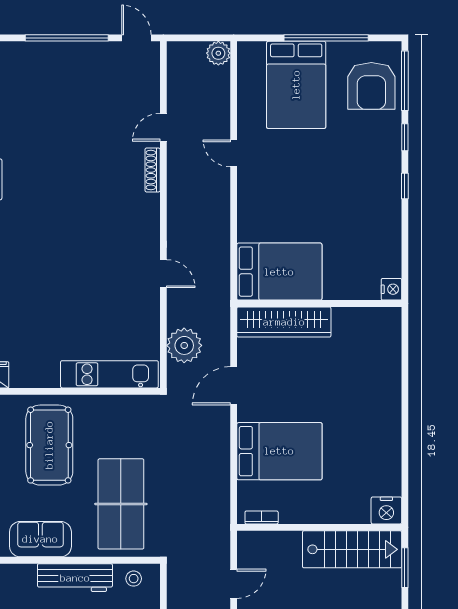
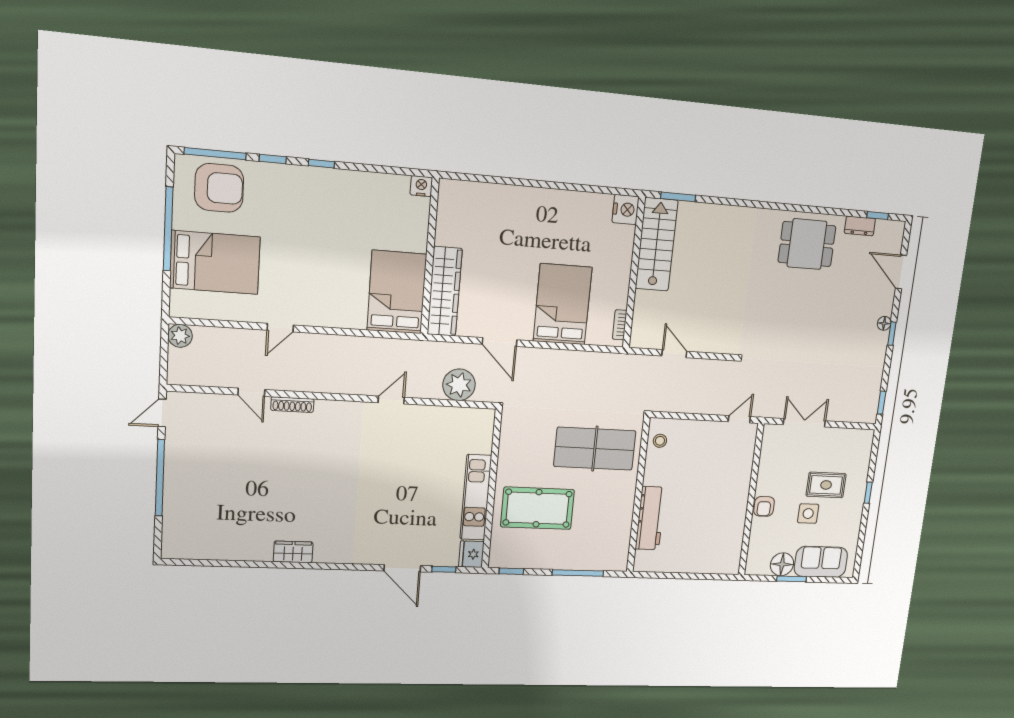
kitchen unit: (109, 374) -> (476, 497), moved
sofa: (40, 539) -> (618, 519), removed
workbench: (75, 578) -> (650, 518), moved

